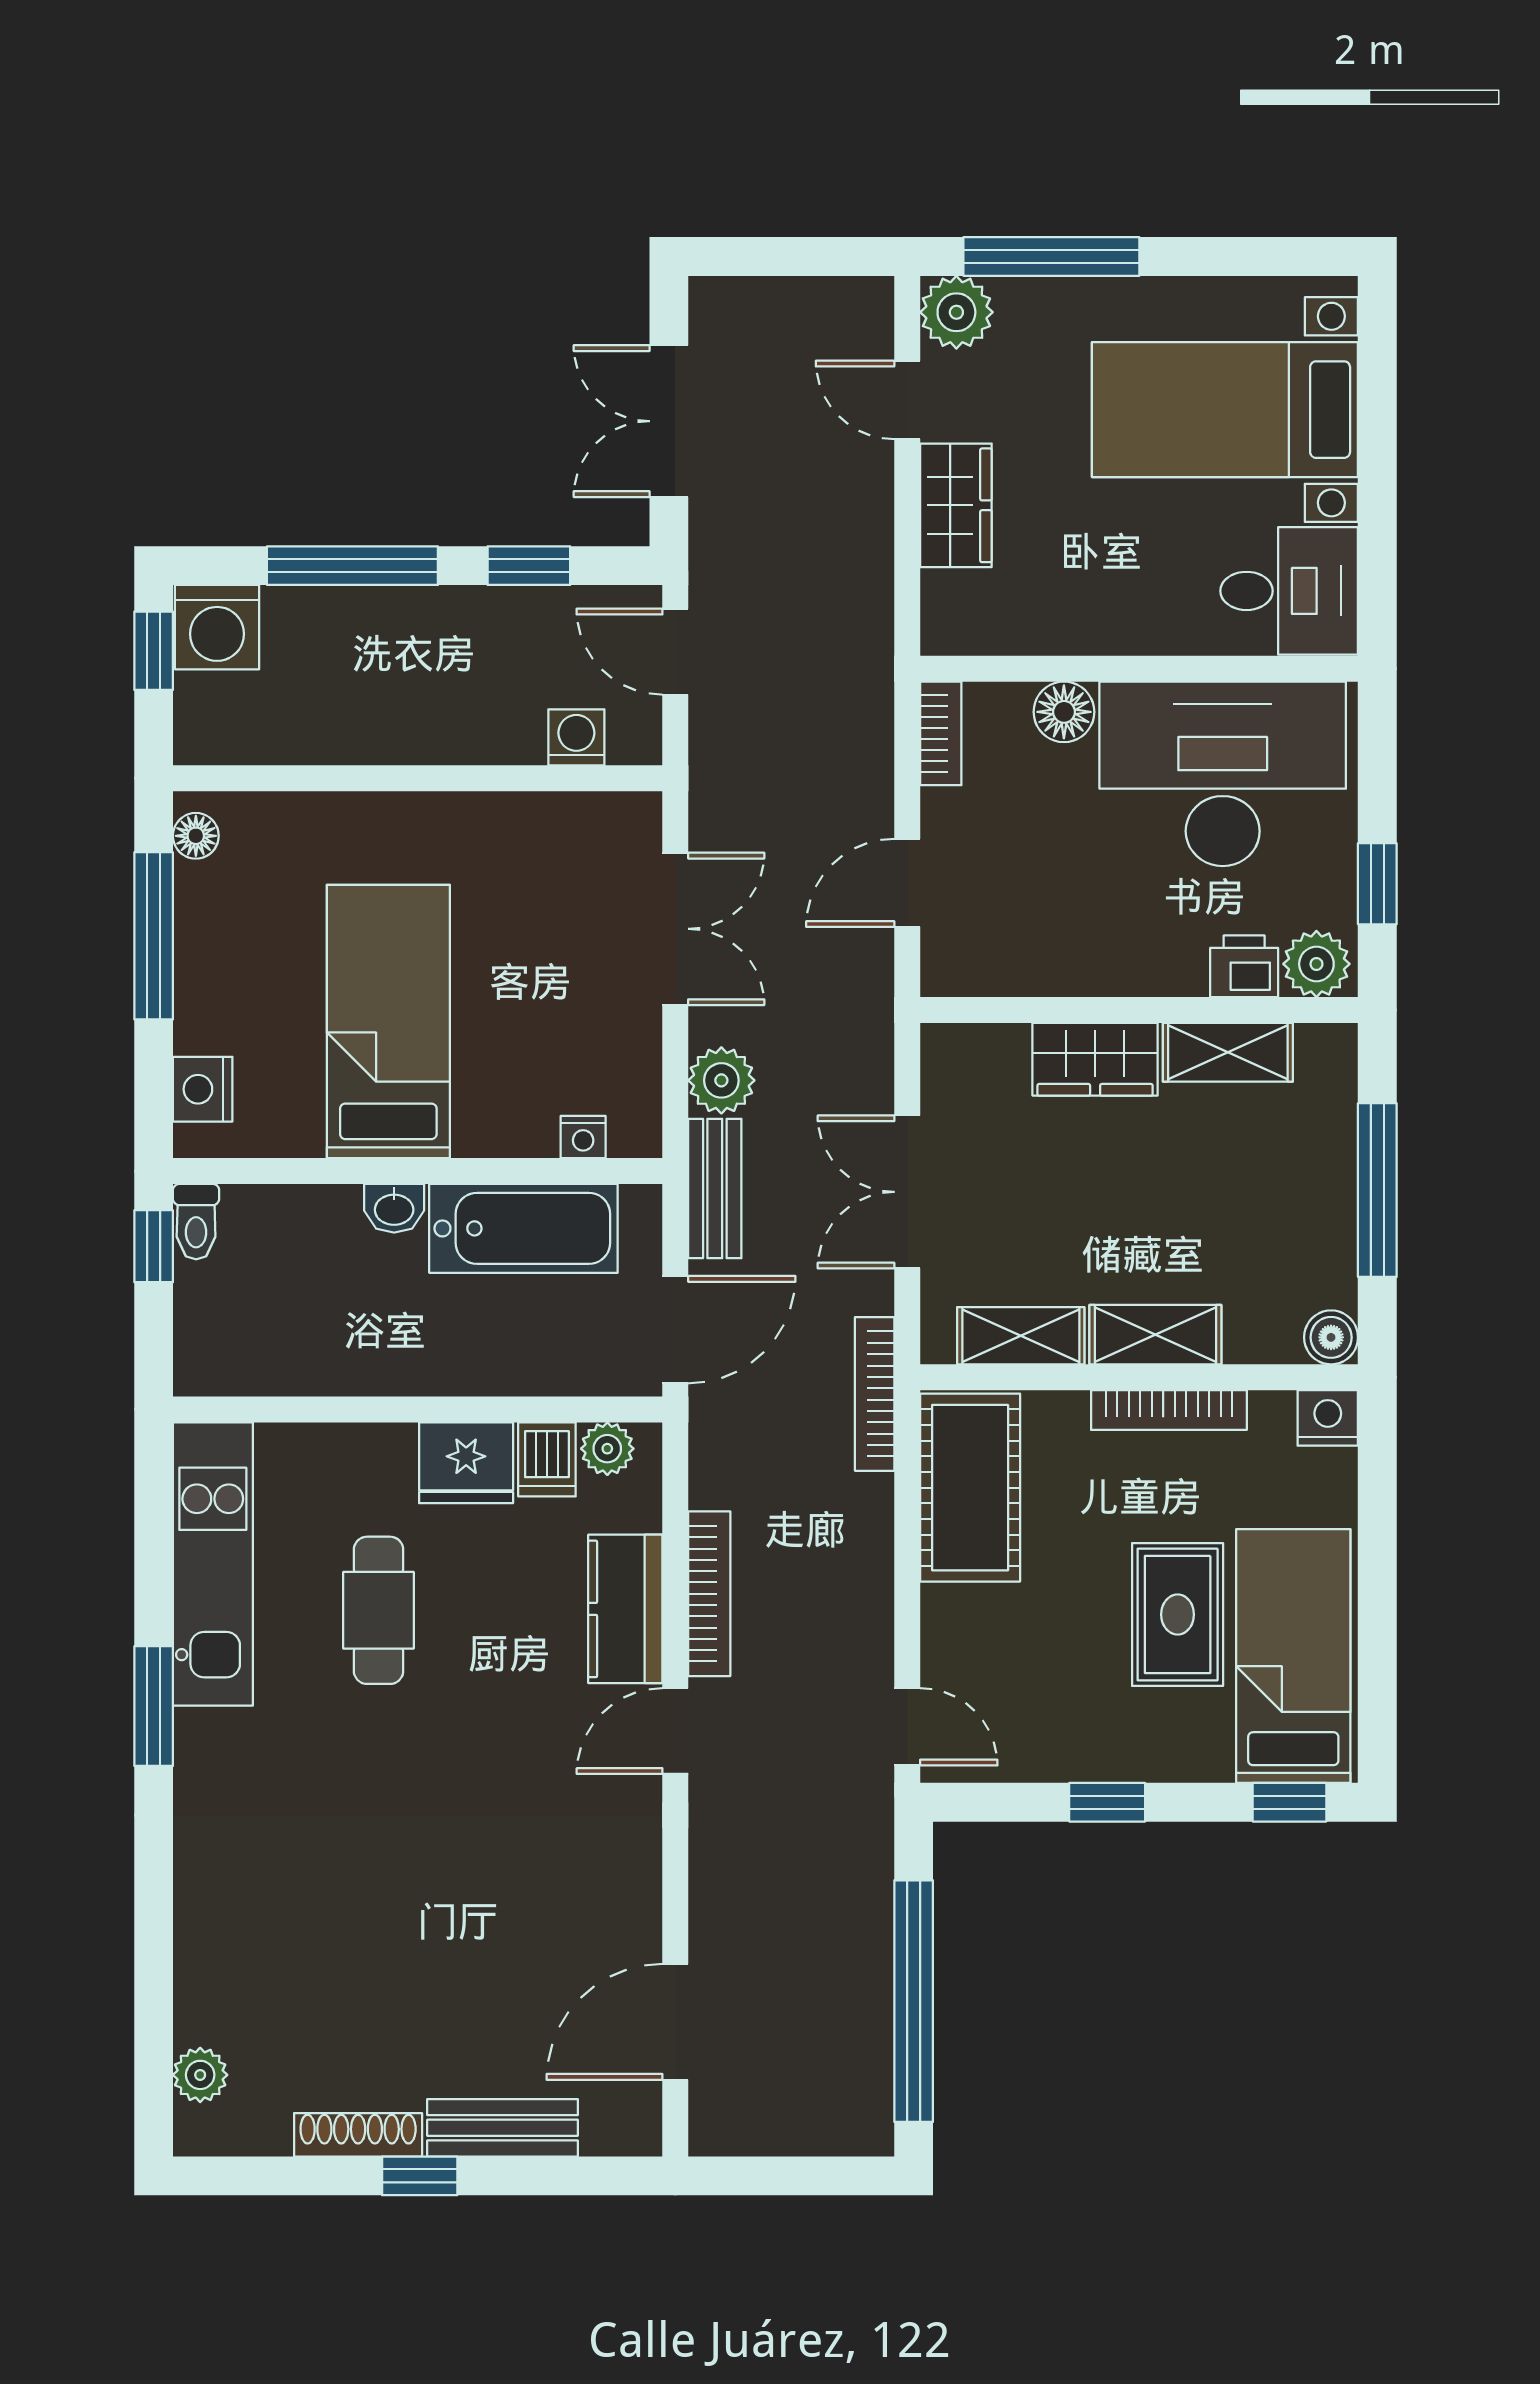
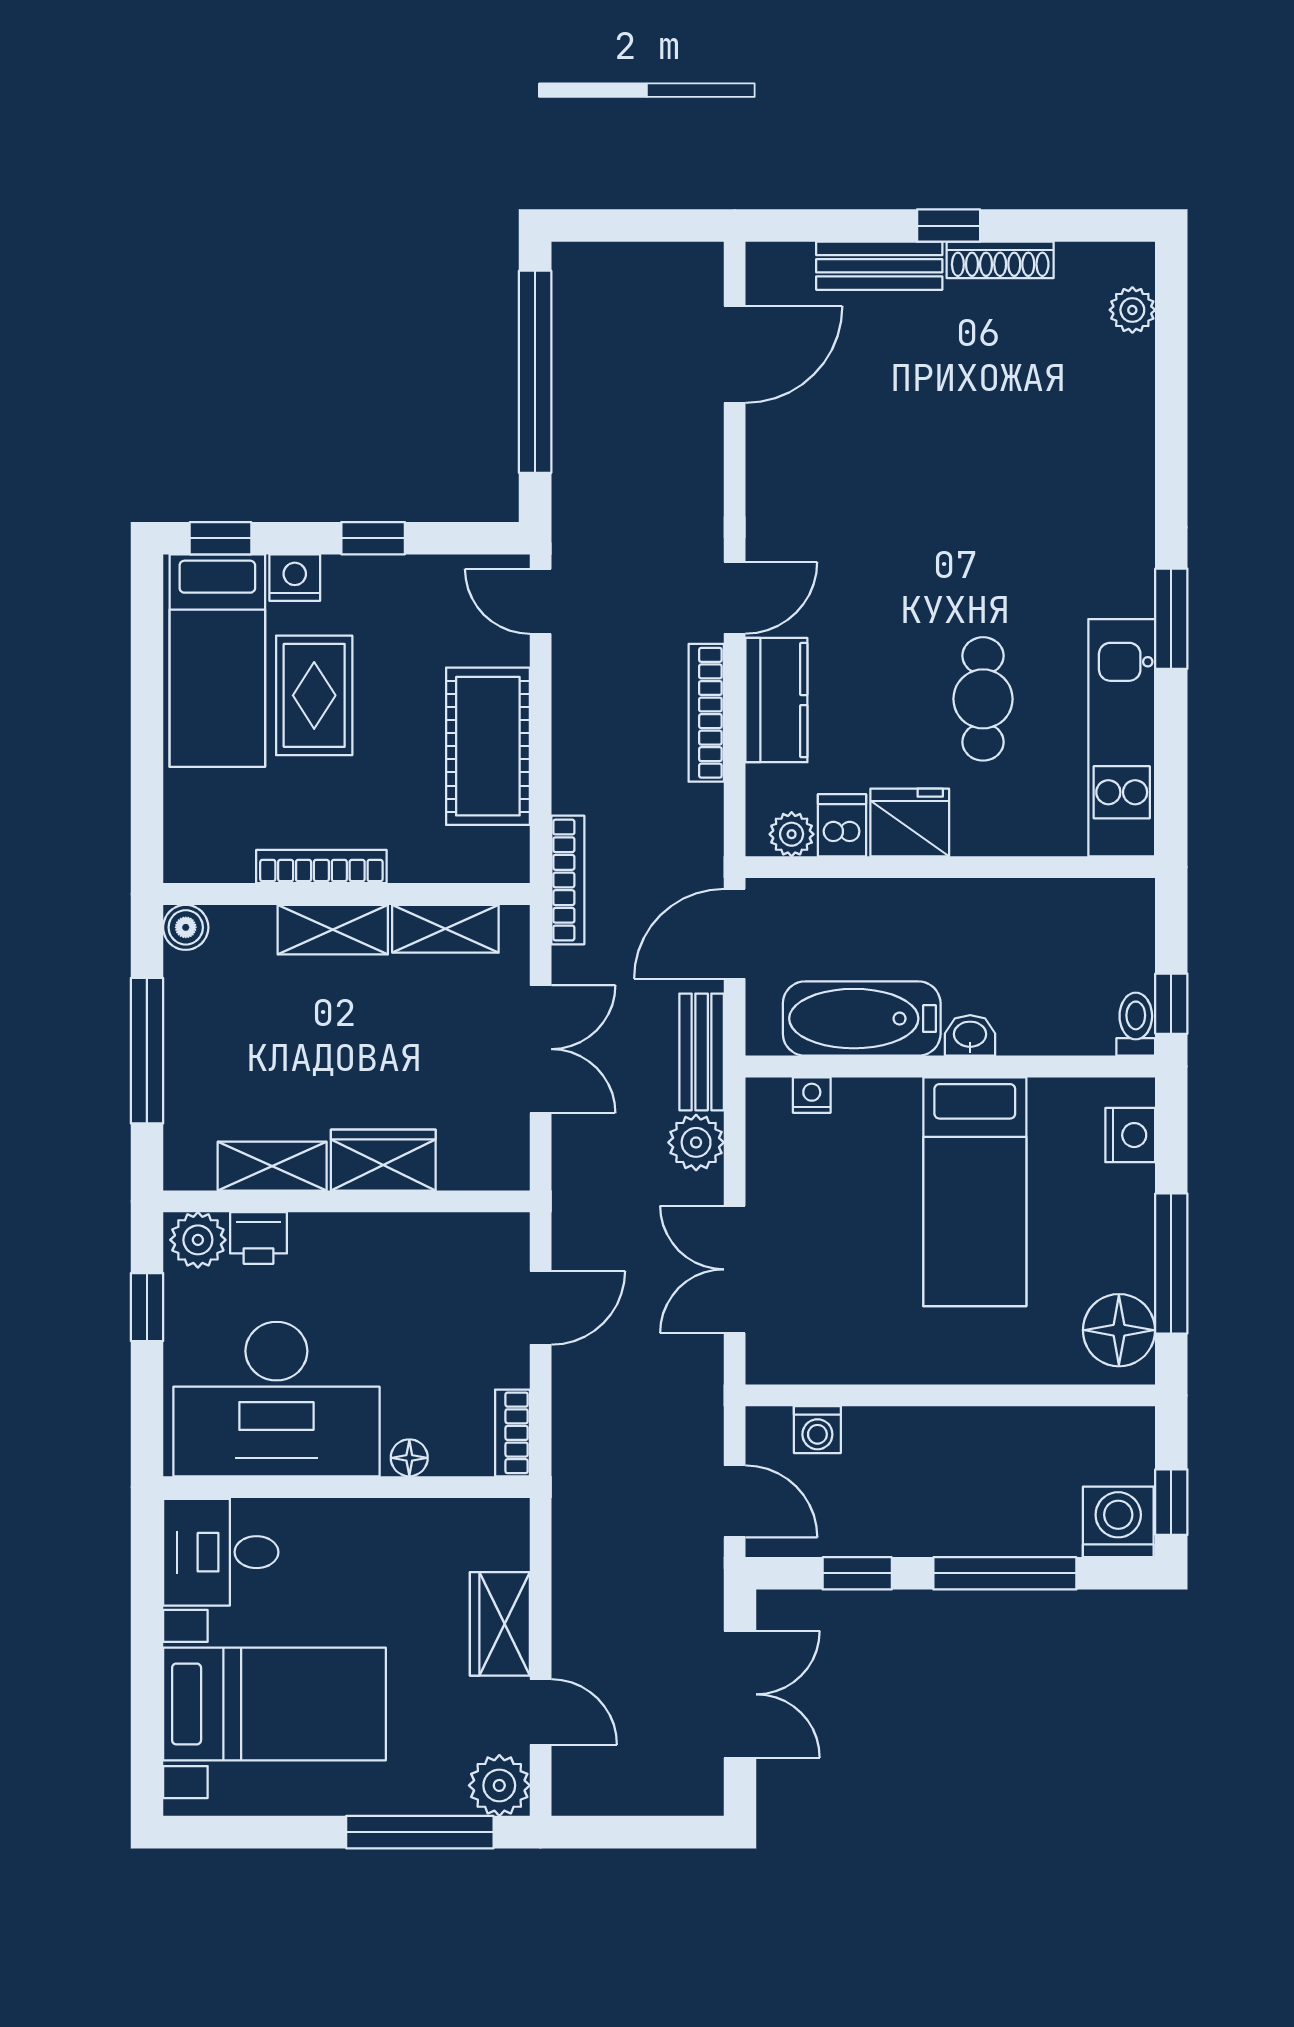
floor lamp: (1064, 712) -> (409, 1458), width x0.73, depth x0.73
floor lamp: (196, 836) -> (1119, 1330), width x1.89, depth x1.89
nightstand: (1328, 1418) -> (295, 578), moved, turned 180
cot: (970, 1488) -> (488, 746), moved

